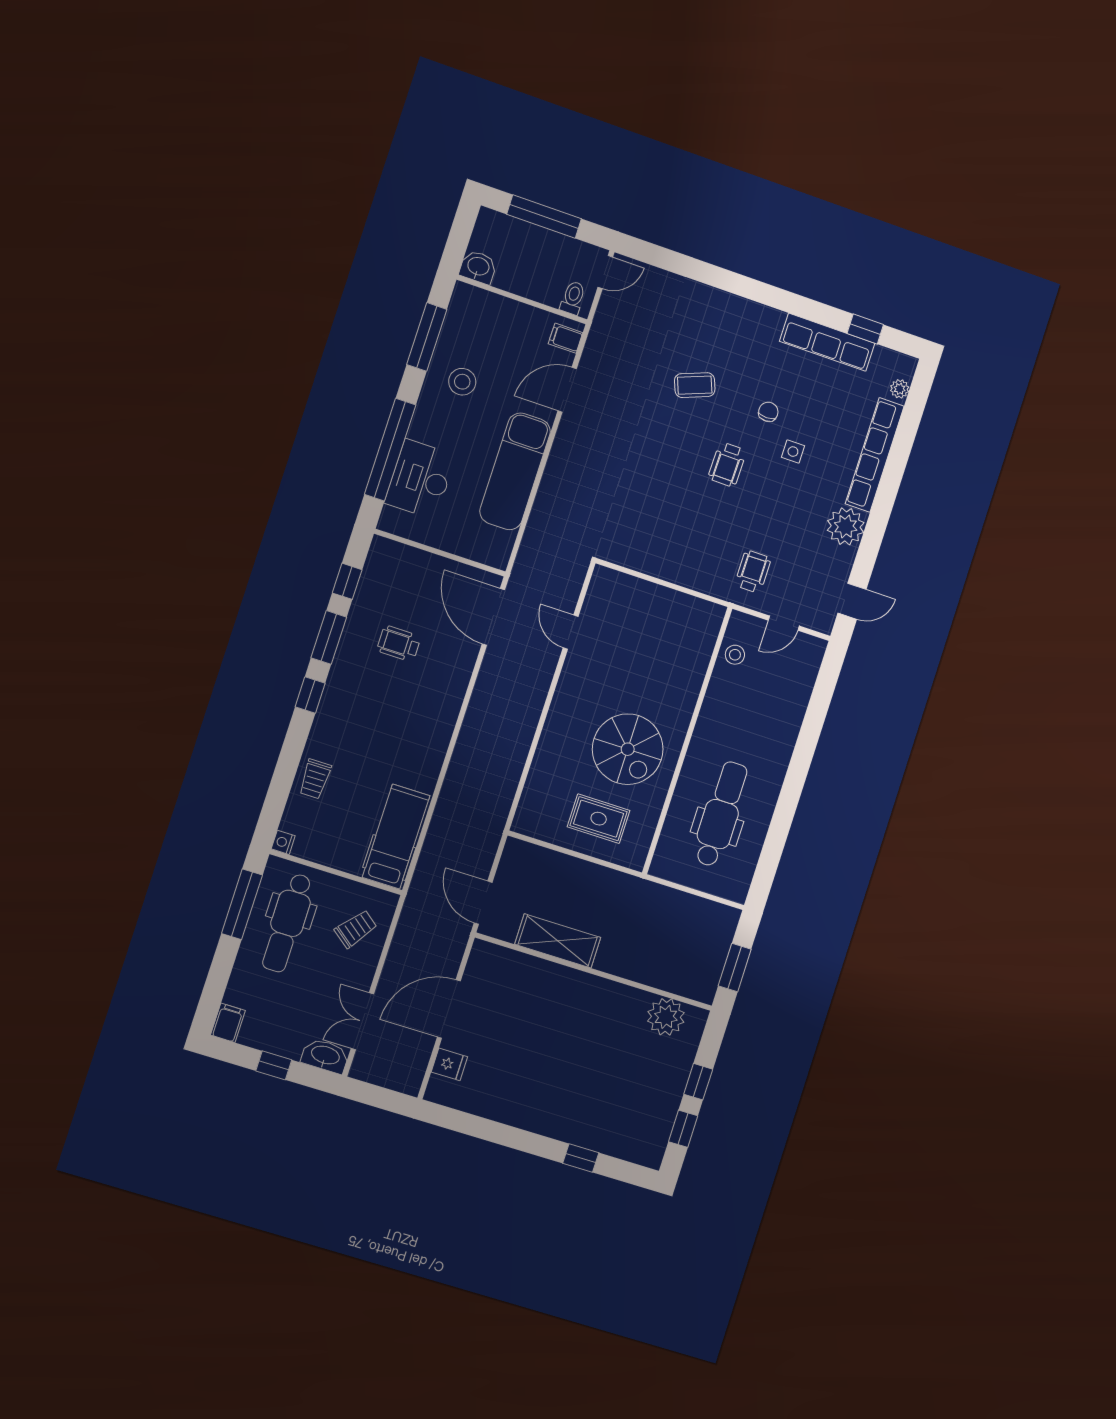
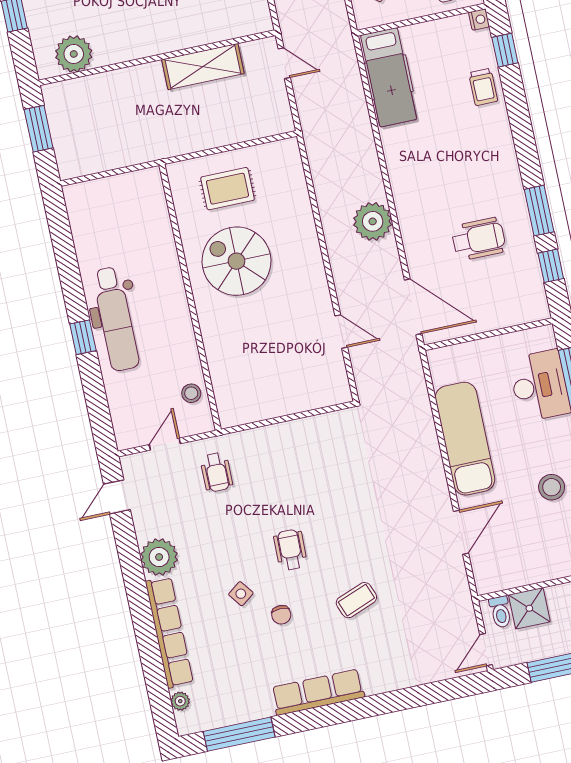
shower: (545, 285) -> (529, 608), added
window: (865, 329) -> (239, 734), width x2.17
filing cabinet: (566, 338) -> (487, 575), removed
row of seats: (827, 342) -> (318, 692), moved
side table: (793, 452) -> (241, 594), turned -37
wheelchair: (399, 644) -> (479, 239), width x1.36, depth x1.37
window: (310, 695) -> (505, 50), moved
plant: (486, 715) -> (373, 221), added
window: (801, 760) -> (83, 337), added
trolley: (315, 779) -> (483, 87), turned 180
dental chair: (721, 814) -> (116, 319), moved
door: (483, 903) -> (284, 63), width x0.73

